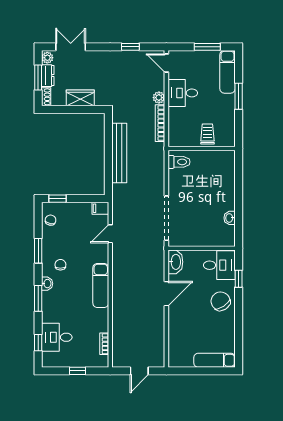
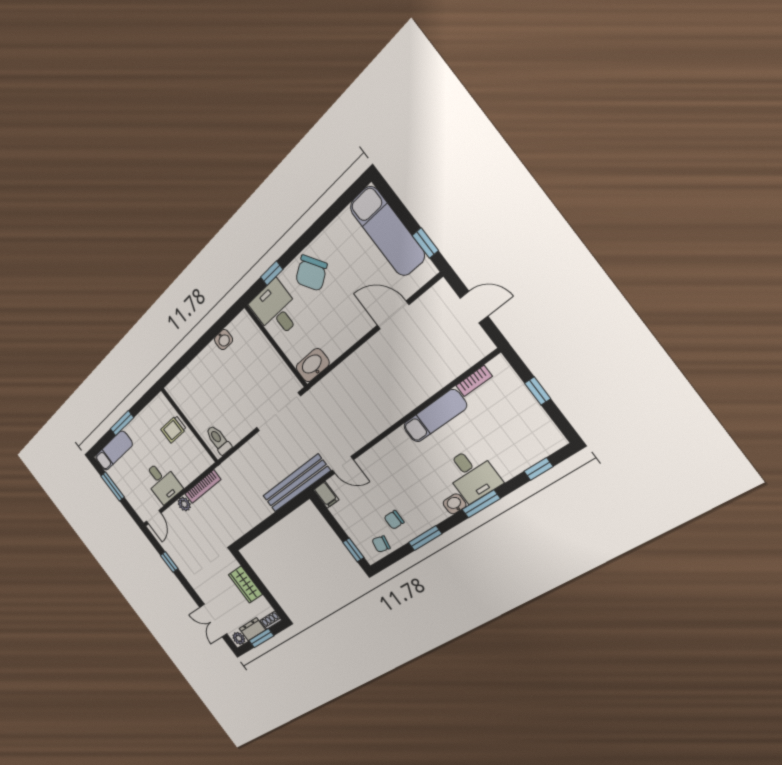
bench: (119, 153) -> (296, 483), moved
chair: (60, 265) -> (394, 520), moved
exam couch: (101, 285) -> (435, 416), moved
door: (166, 294) -> (393, 315), moved
desk: (57, 337) -> (472, 475), moved
exam couch: (214, 360) -> (387, 231), width x1.36, depth x1.45
window: (187, 371) -> (425, 243), added

